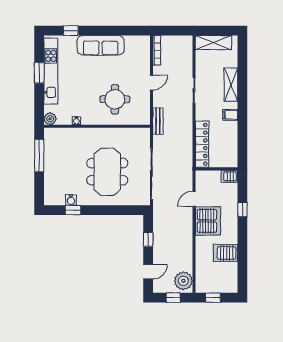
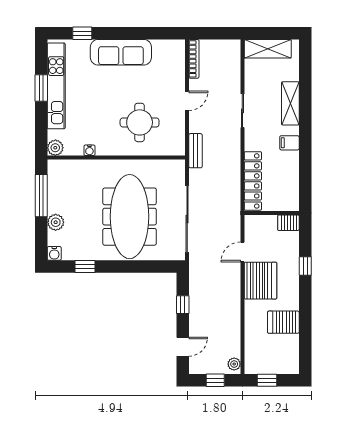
meeting table: (107, 172) -> (130, 217), width x1.36
plant: (50, 176) -> (56, 222), added
water cooler: (71, 200) -> (54, 253), moved
plant: (183, 281) -> (234, 364), width x0.53, depth x0.53

